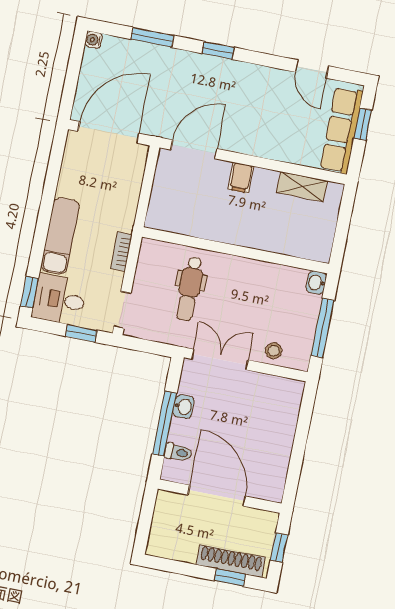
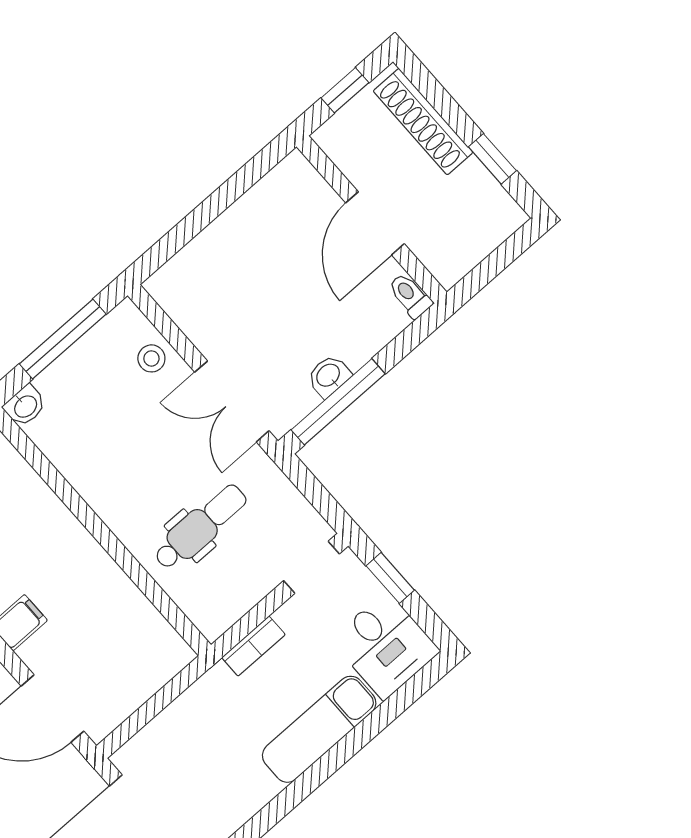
window: (29, 292) -> (418, 685), removed
window: (164, 424) -> (338, 402), moved
toilet: (178, 452) -> (410, 296), moved
door: (217, 496) -> (375, 223), width x0.73
window: (230, 578) -> (492, 159), moved

